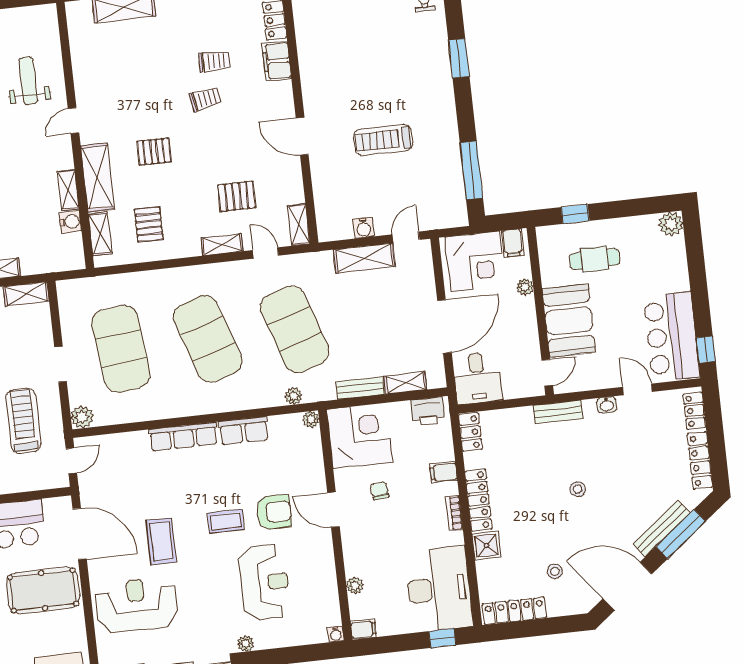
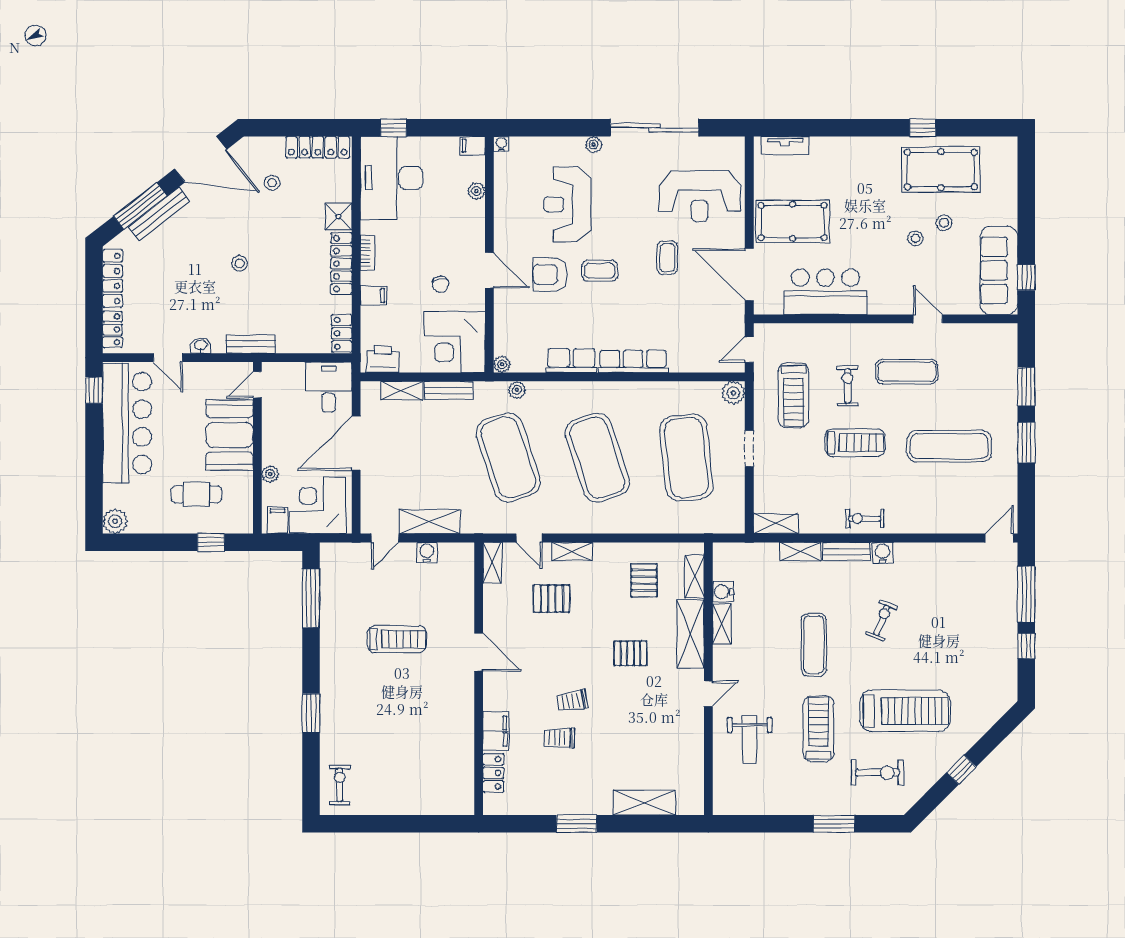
bar counter: (672, 337) -> (127, 423), width x1.36
coffee table: (161, 541) -> (667, 258), width x0.73, depth x0.77

